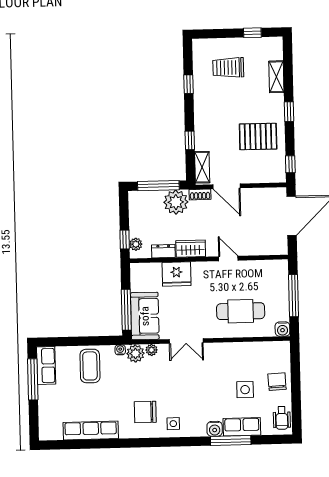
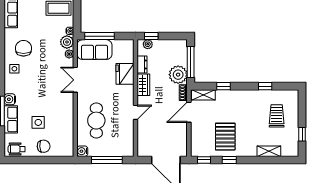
window: (289, 112) -> (229, 160), moved

